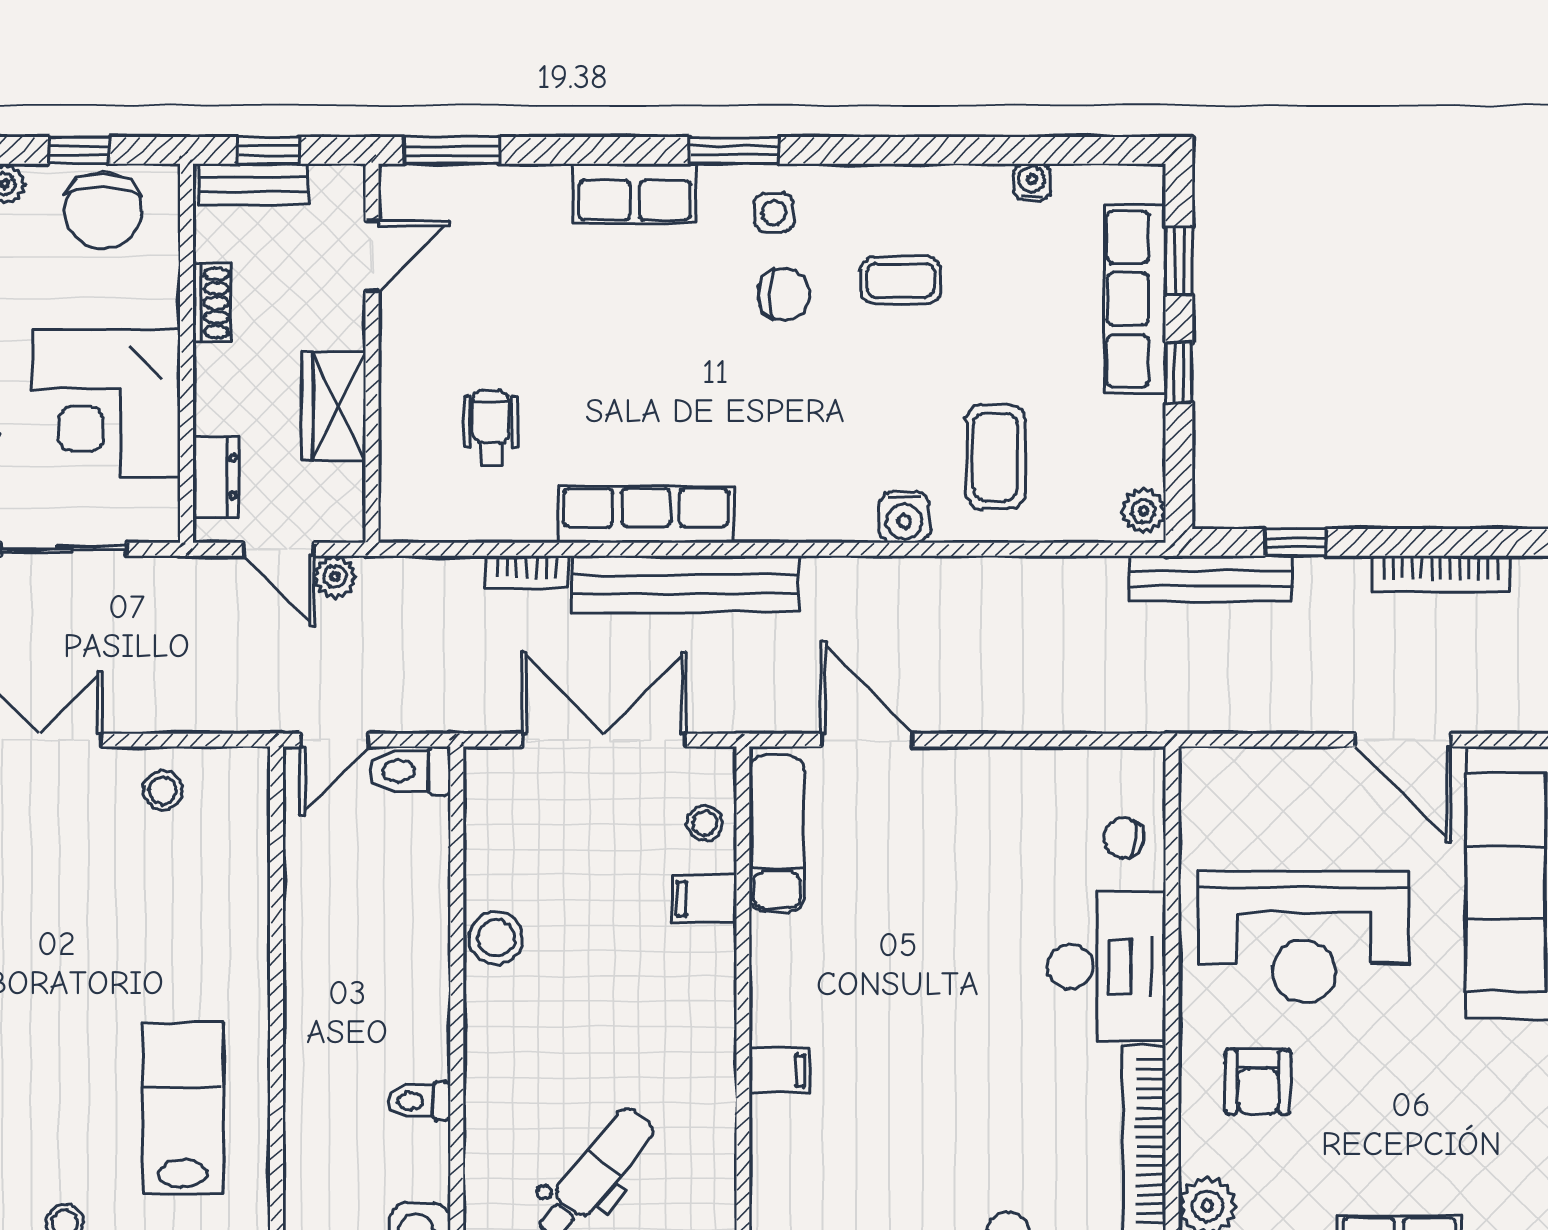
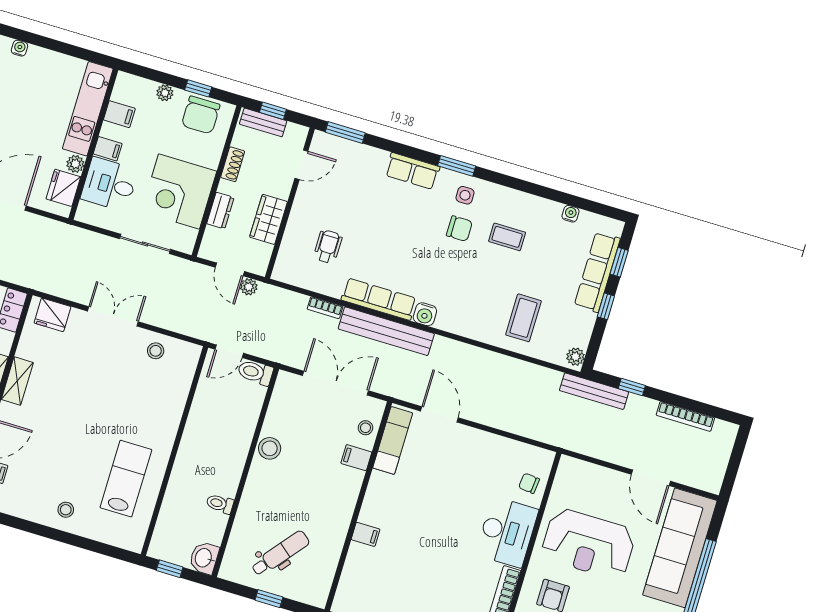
dresser: (216, 477) -> (220, 211), moved
water cooler: (904, 517) -> (425, 314), moved

